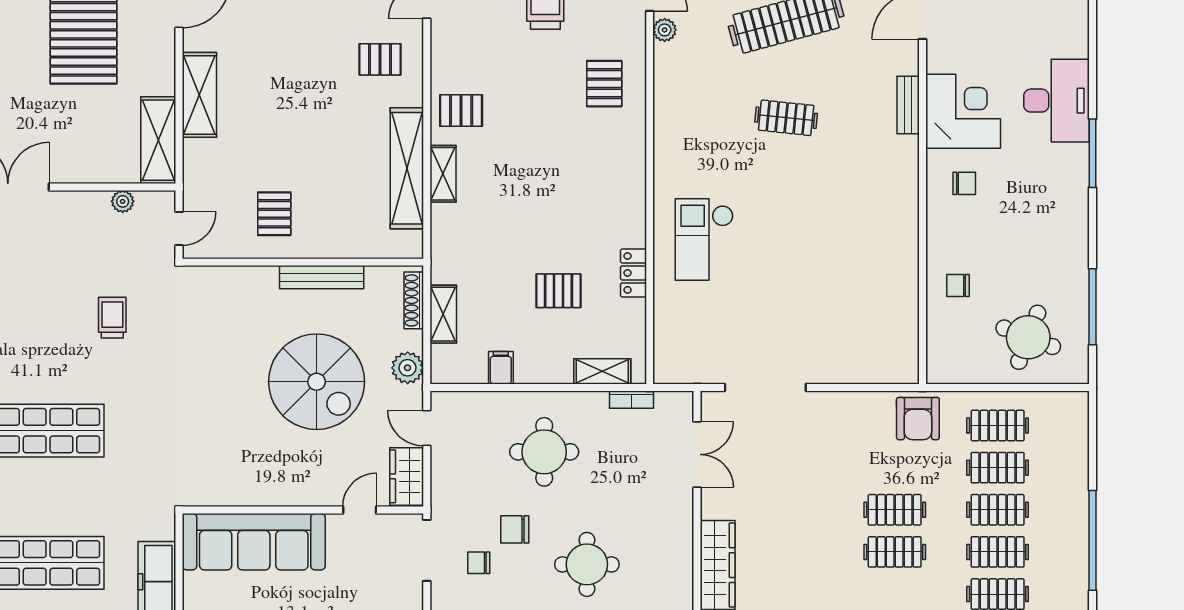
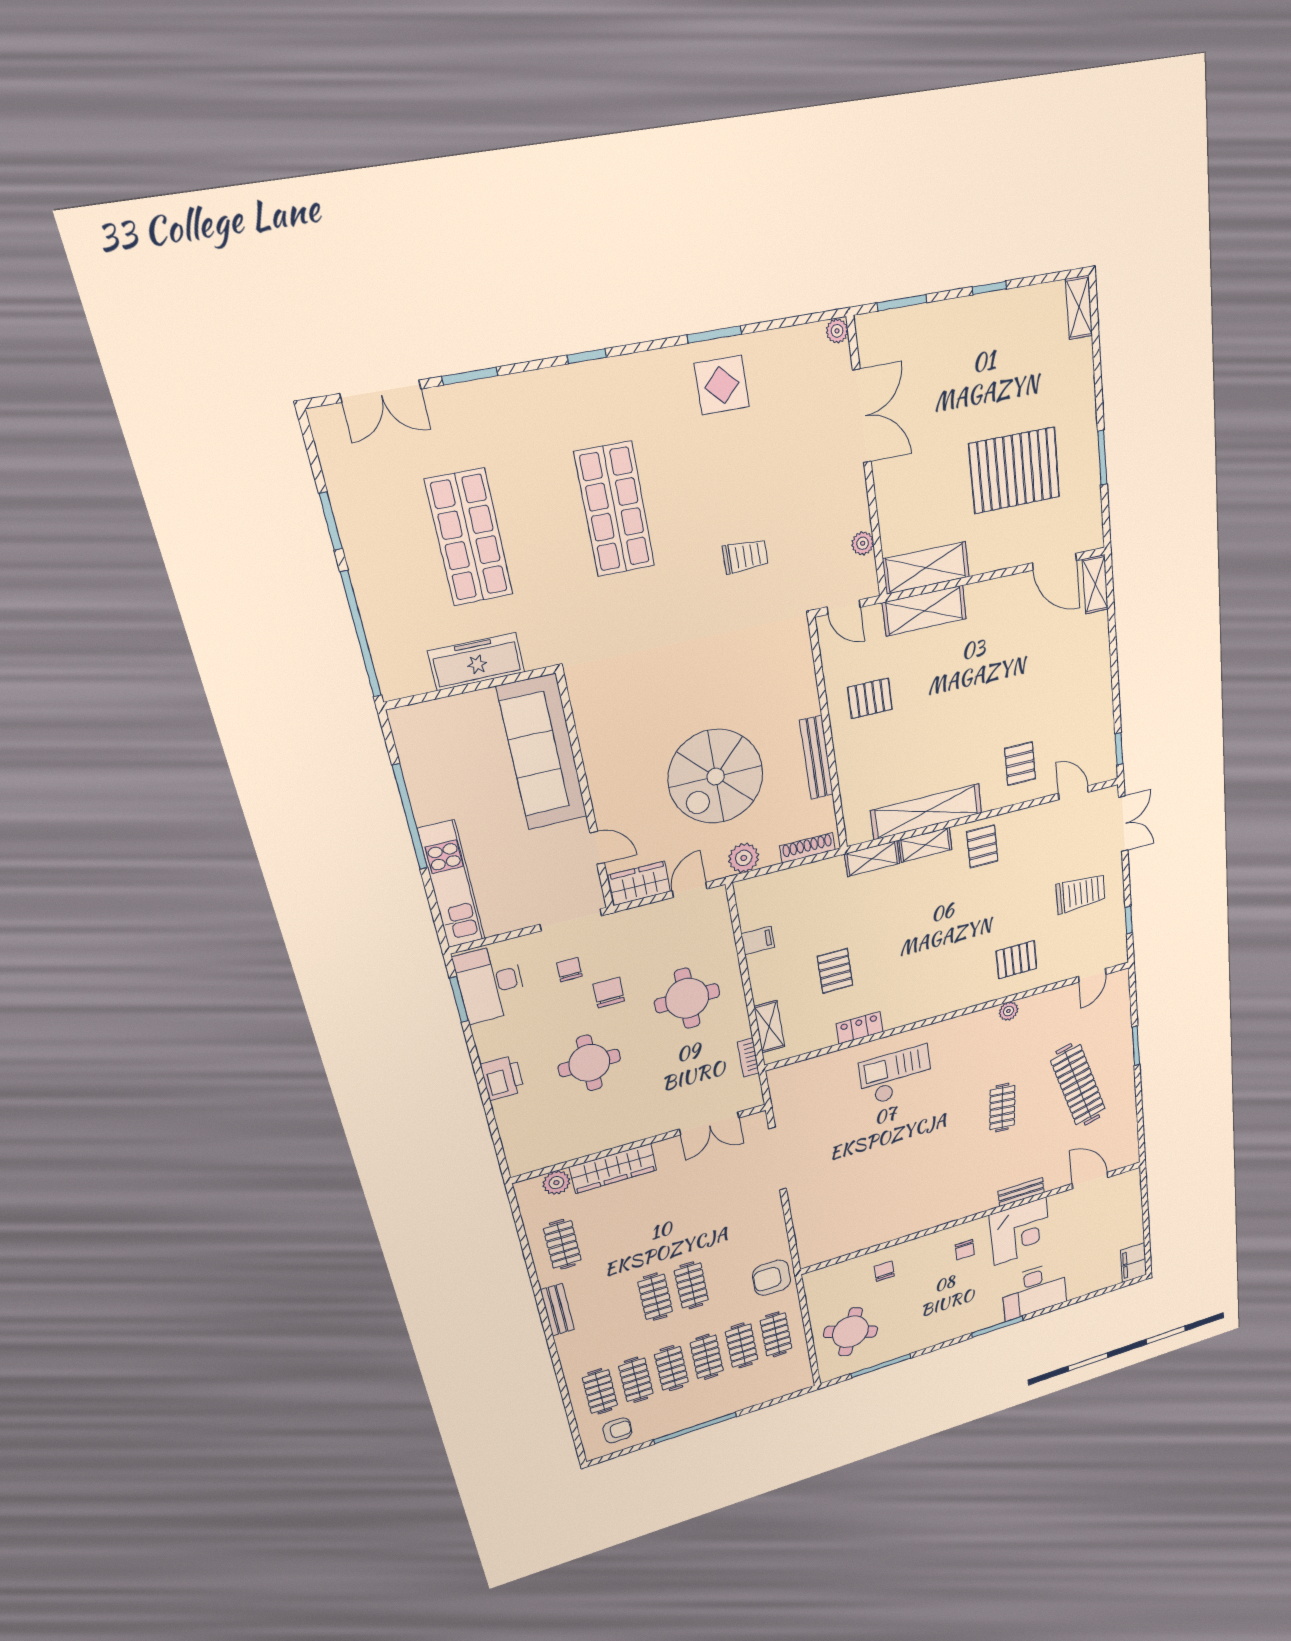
plant: (665, 30) -> (1008, 1011), moved
shelving: (199, 95) -> (924, 611), moved
shelving: (443, 314) -> (872, 859), moved

